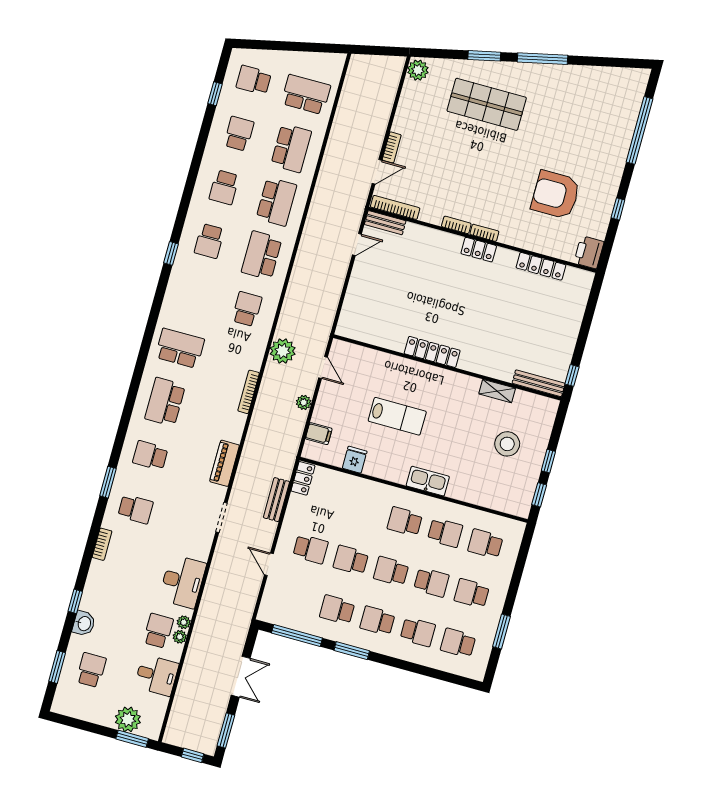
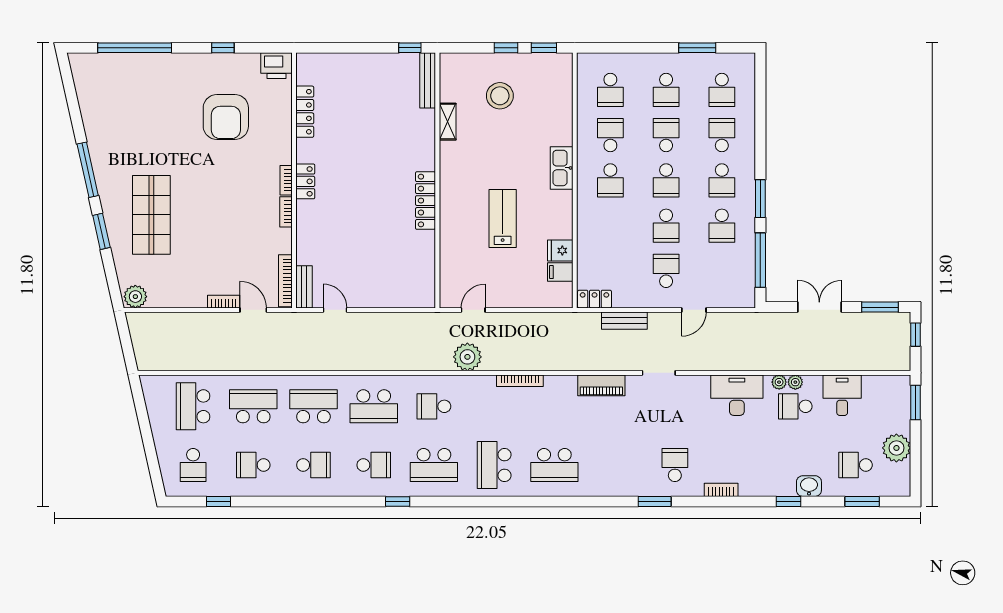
plant: (304, 402) -> (515, 320), removed
filing cabinet: (319, 434) -> (560, 272), moved, turned -90
school desk: (150, 455) -> (434, 465), moved, width x1.85
plant: (128, 719) -> (896, 448), moved

